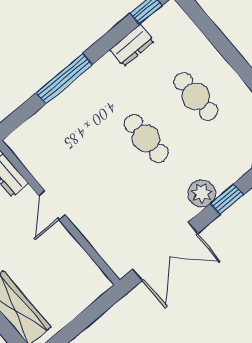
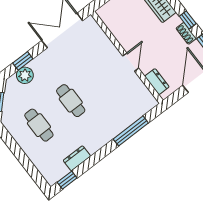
window: (64, 79) -> (131, 131), moved
plant: (202, 193) -> (25, 75), moved

